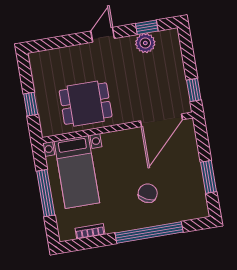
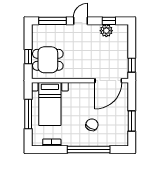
window: (59, 42) -> (53, 21), added
dining table: (86, 104) -> (48, 60), moved

